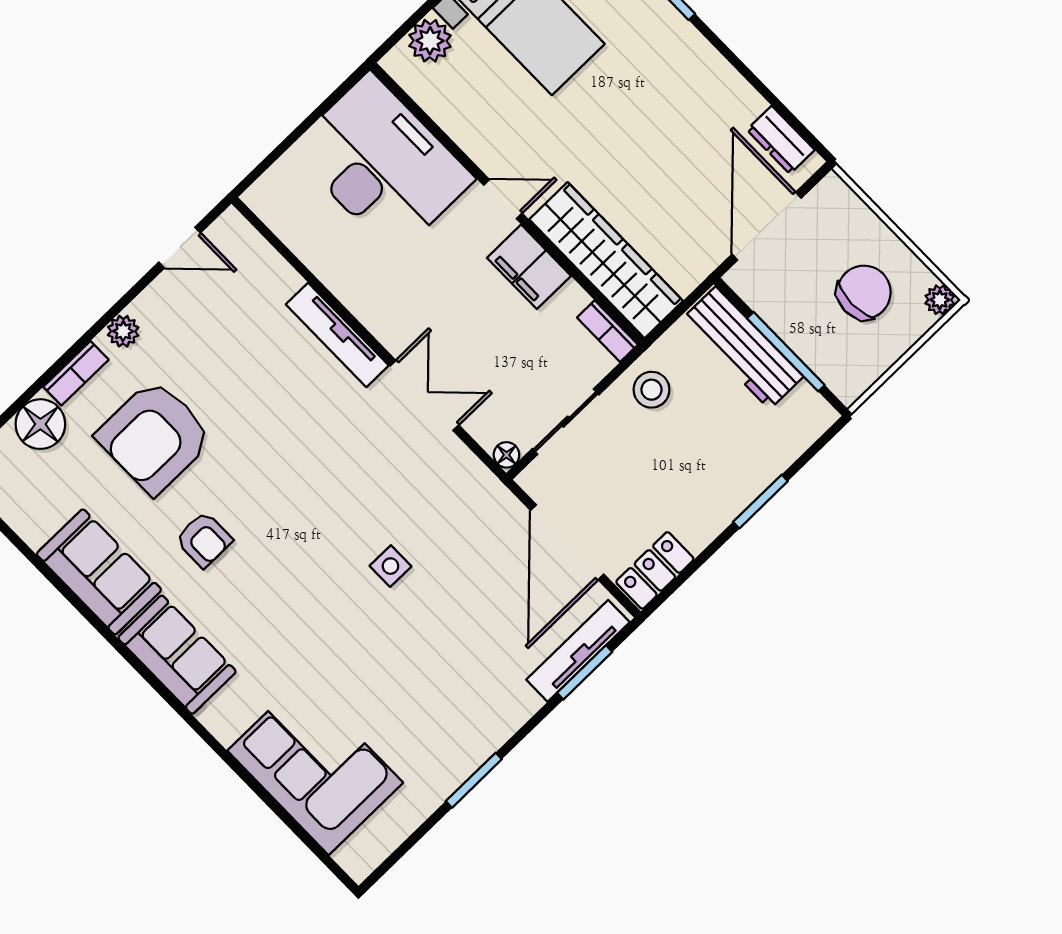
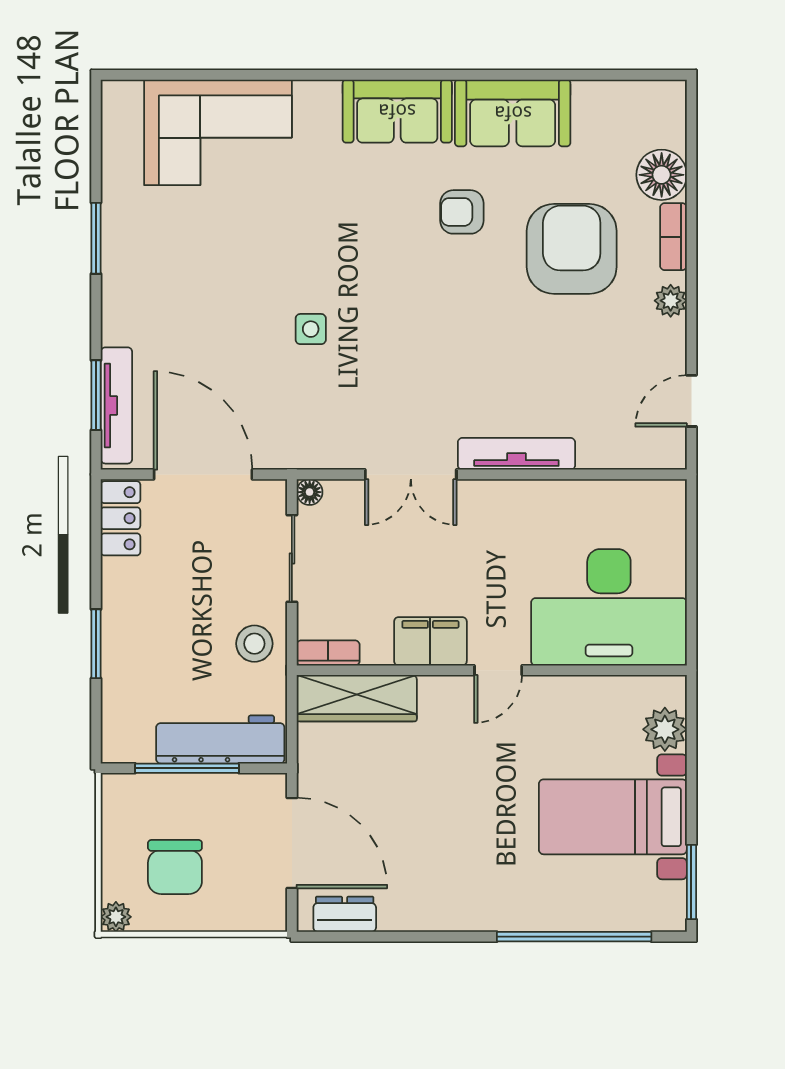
wardrobe: (606, 260) -> (357, 698), width x0.71, depth x0.85

